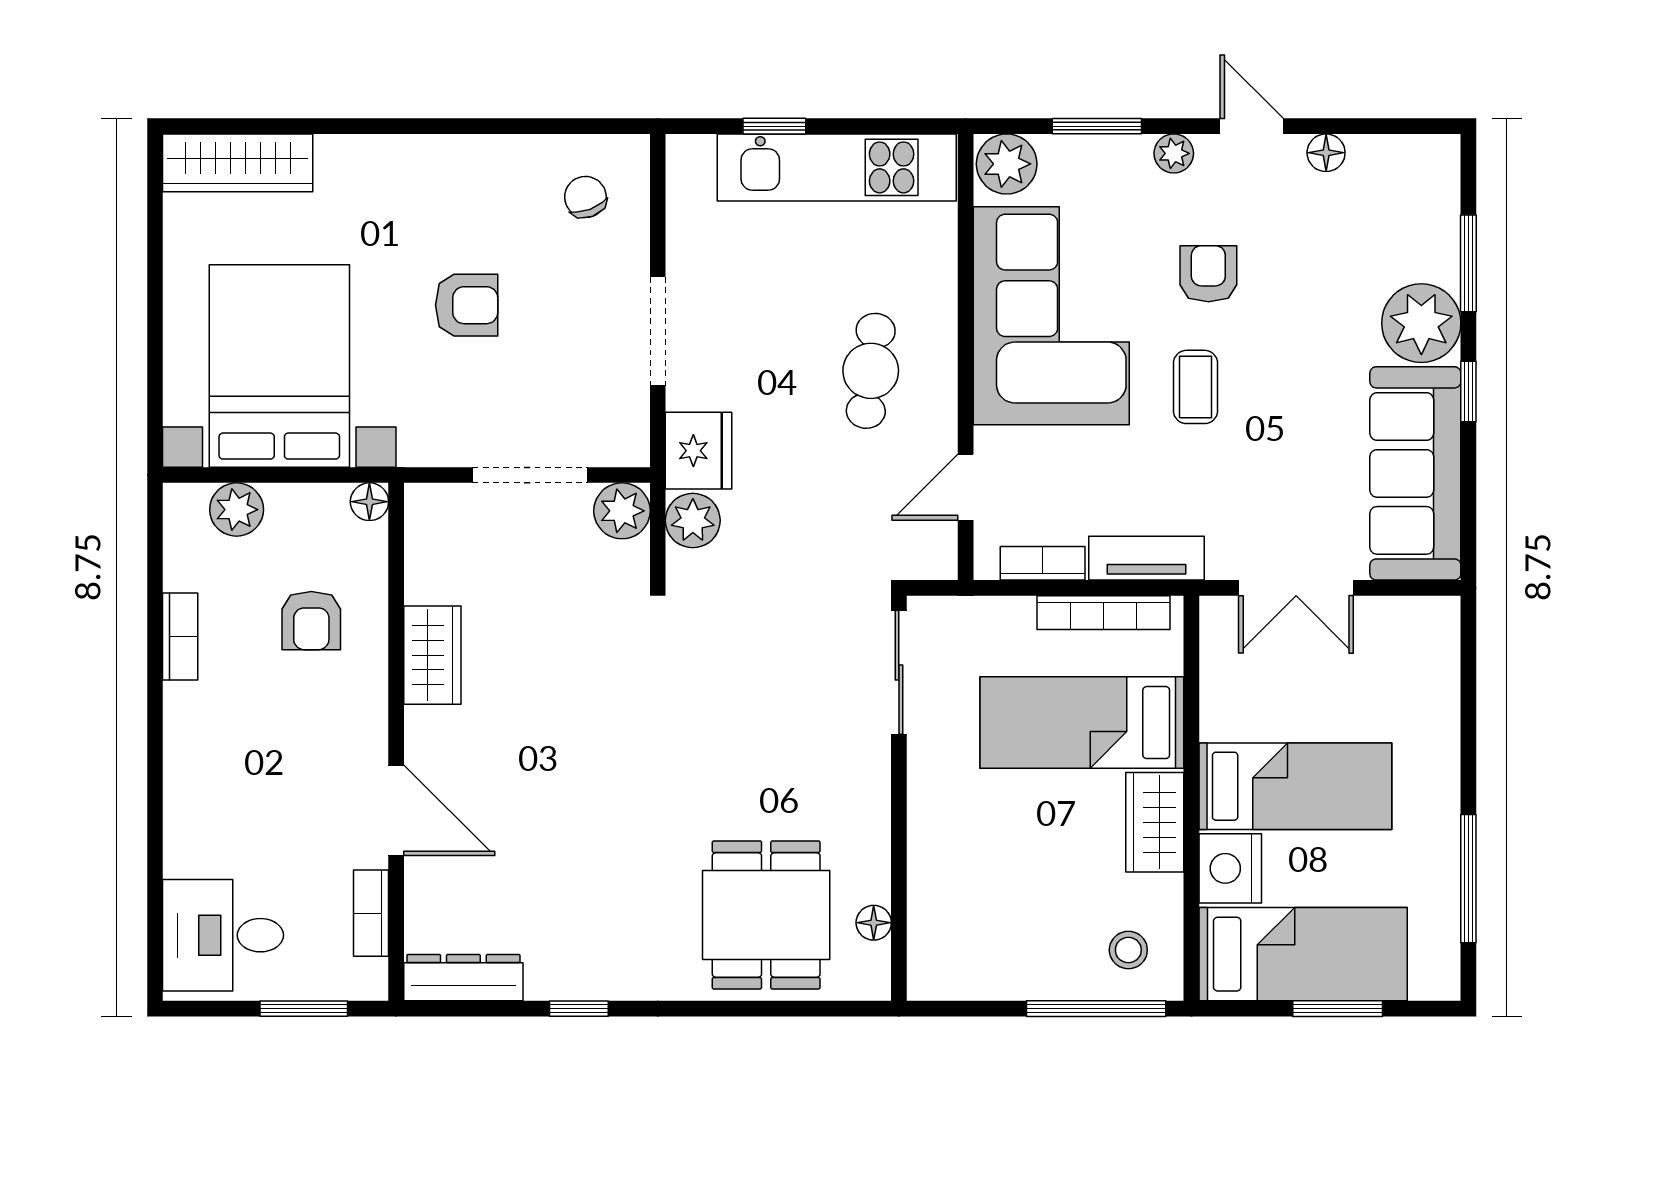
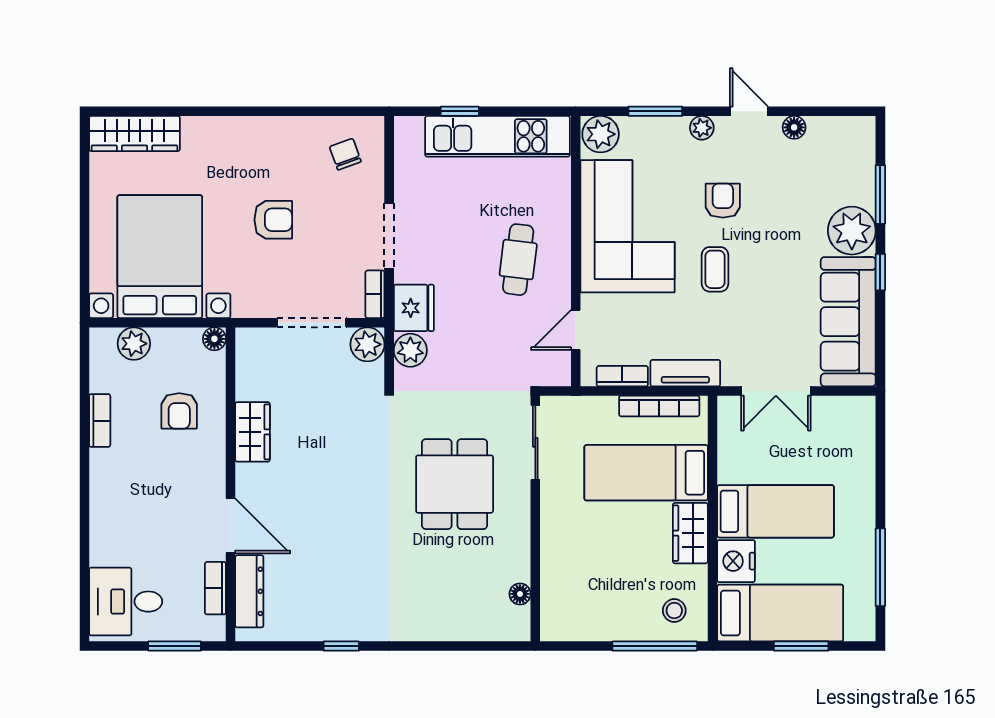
bookcase: (634, 428) -> (375, 294), added
dining table: (766, 915) -> (455, 484), moved
dresser: (463, 978) -> (249, 591), moved, turned 90

